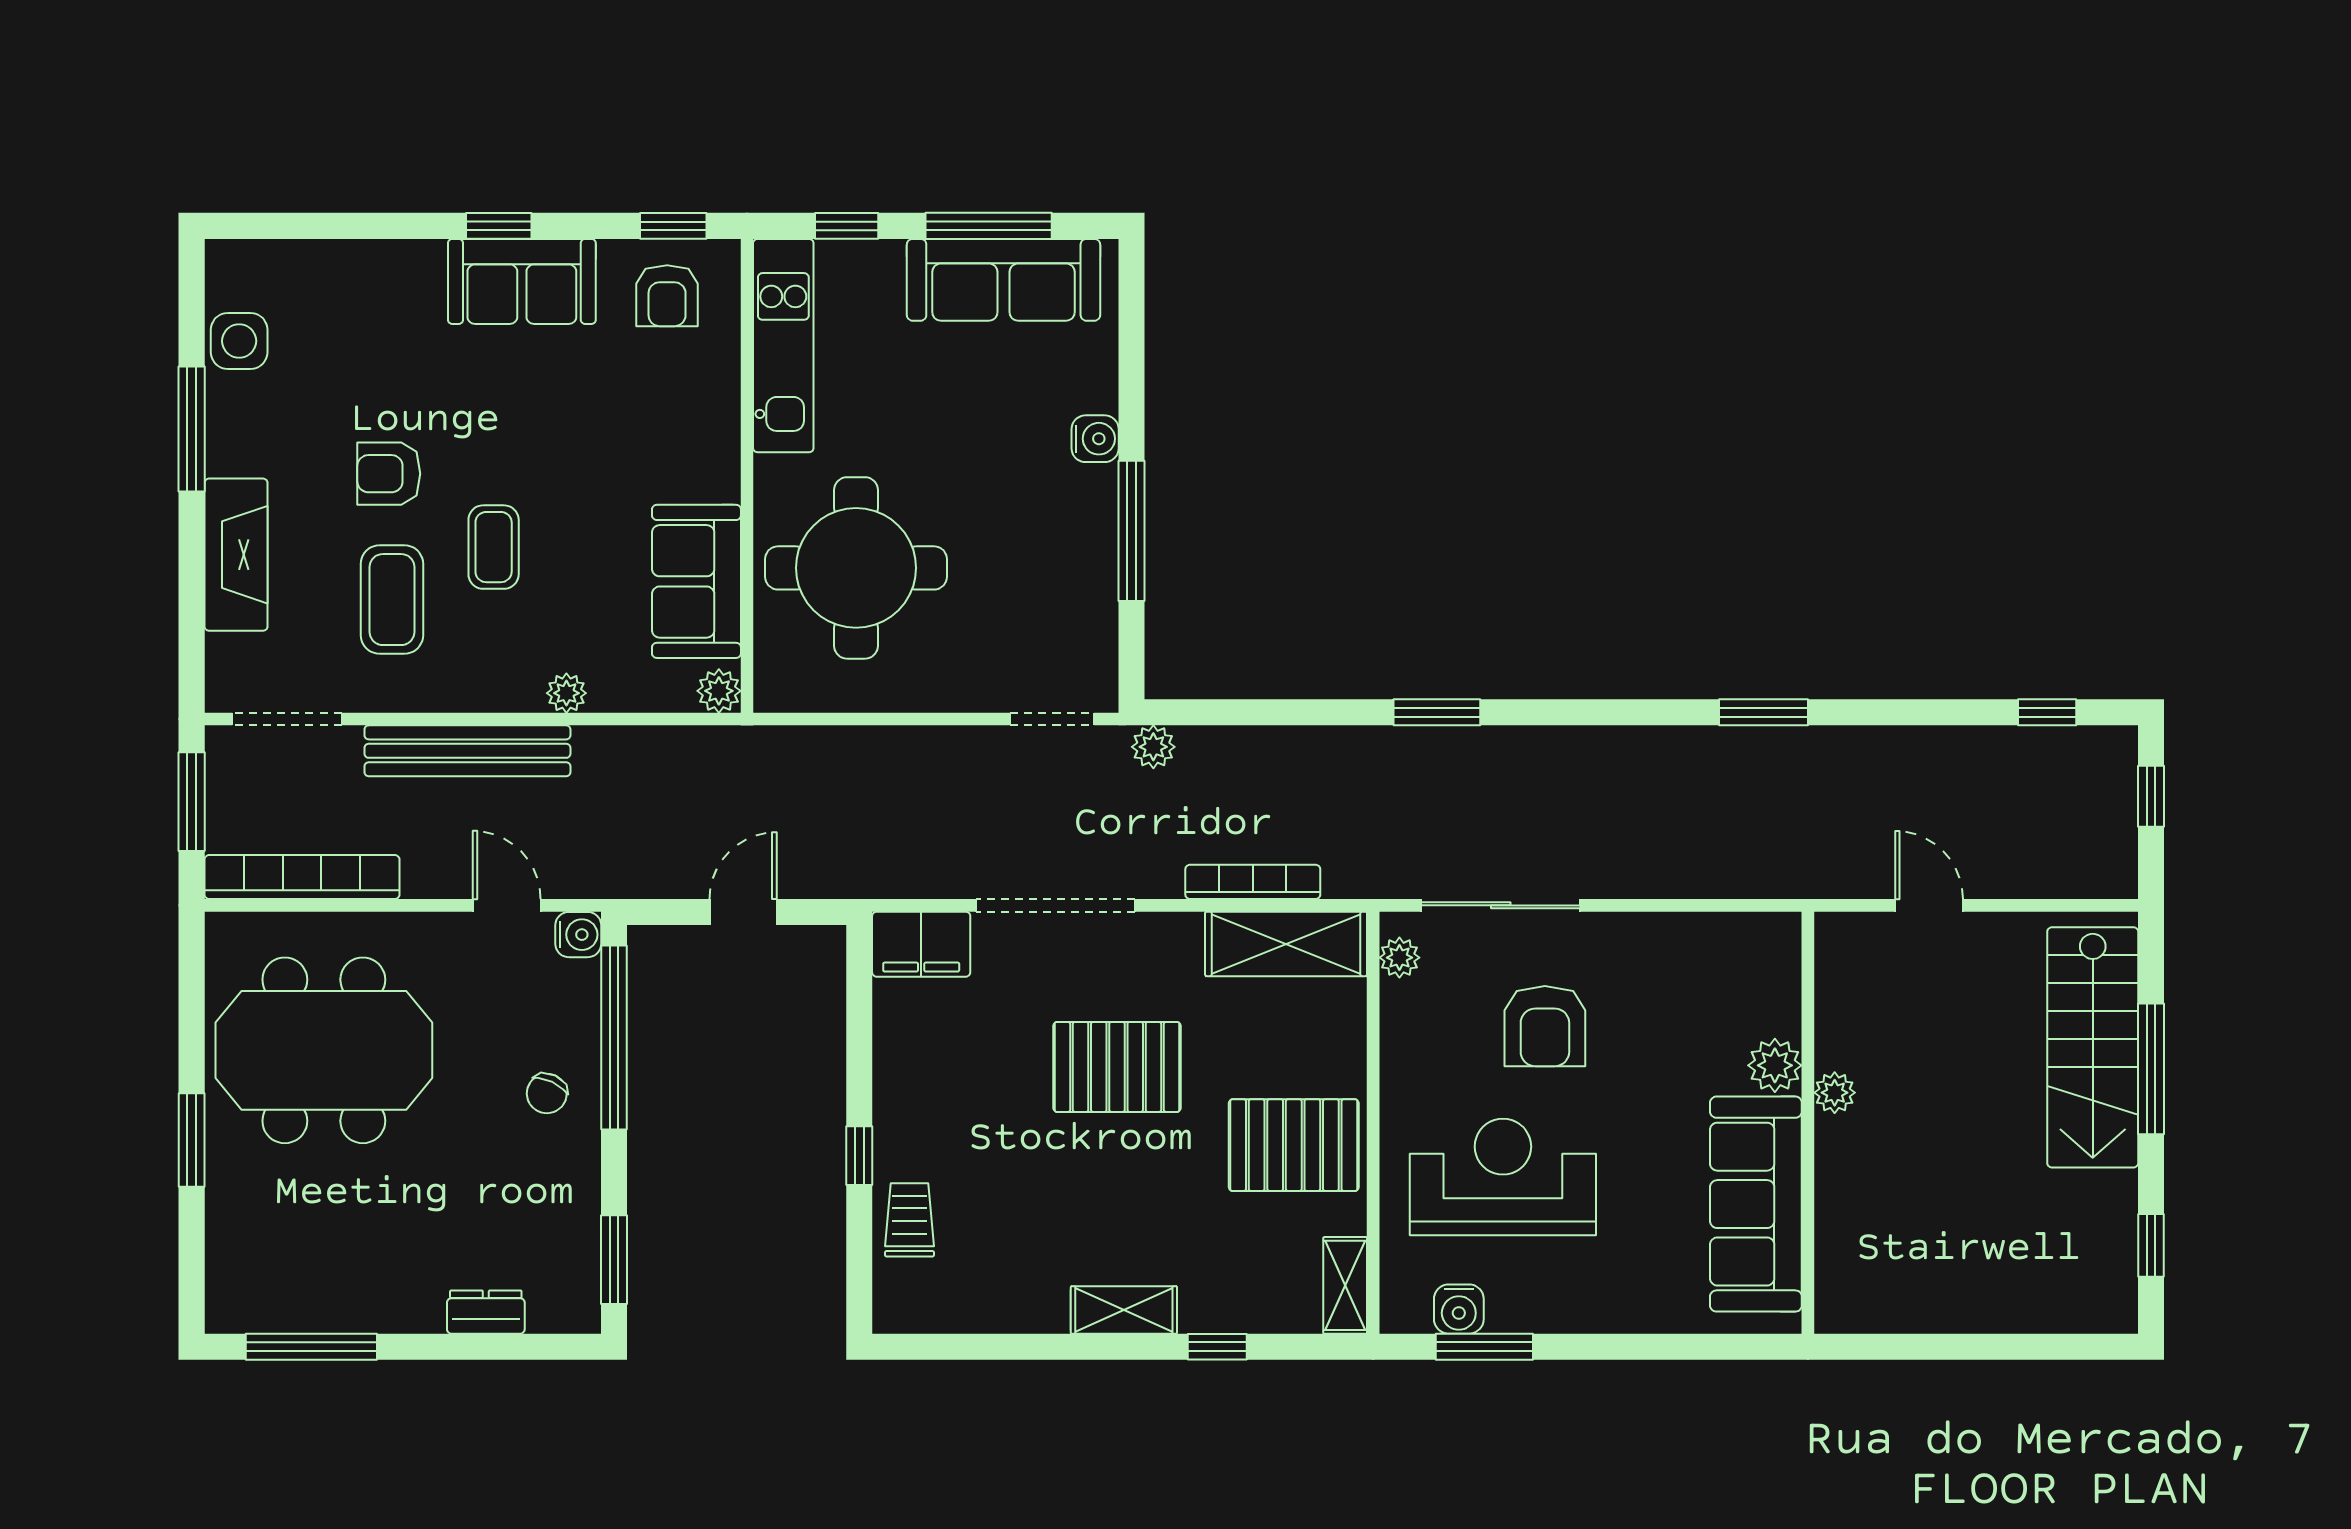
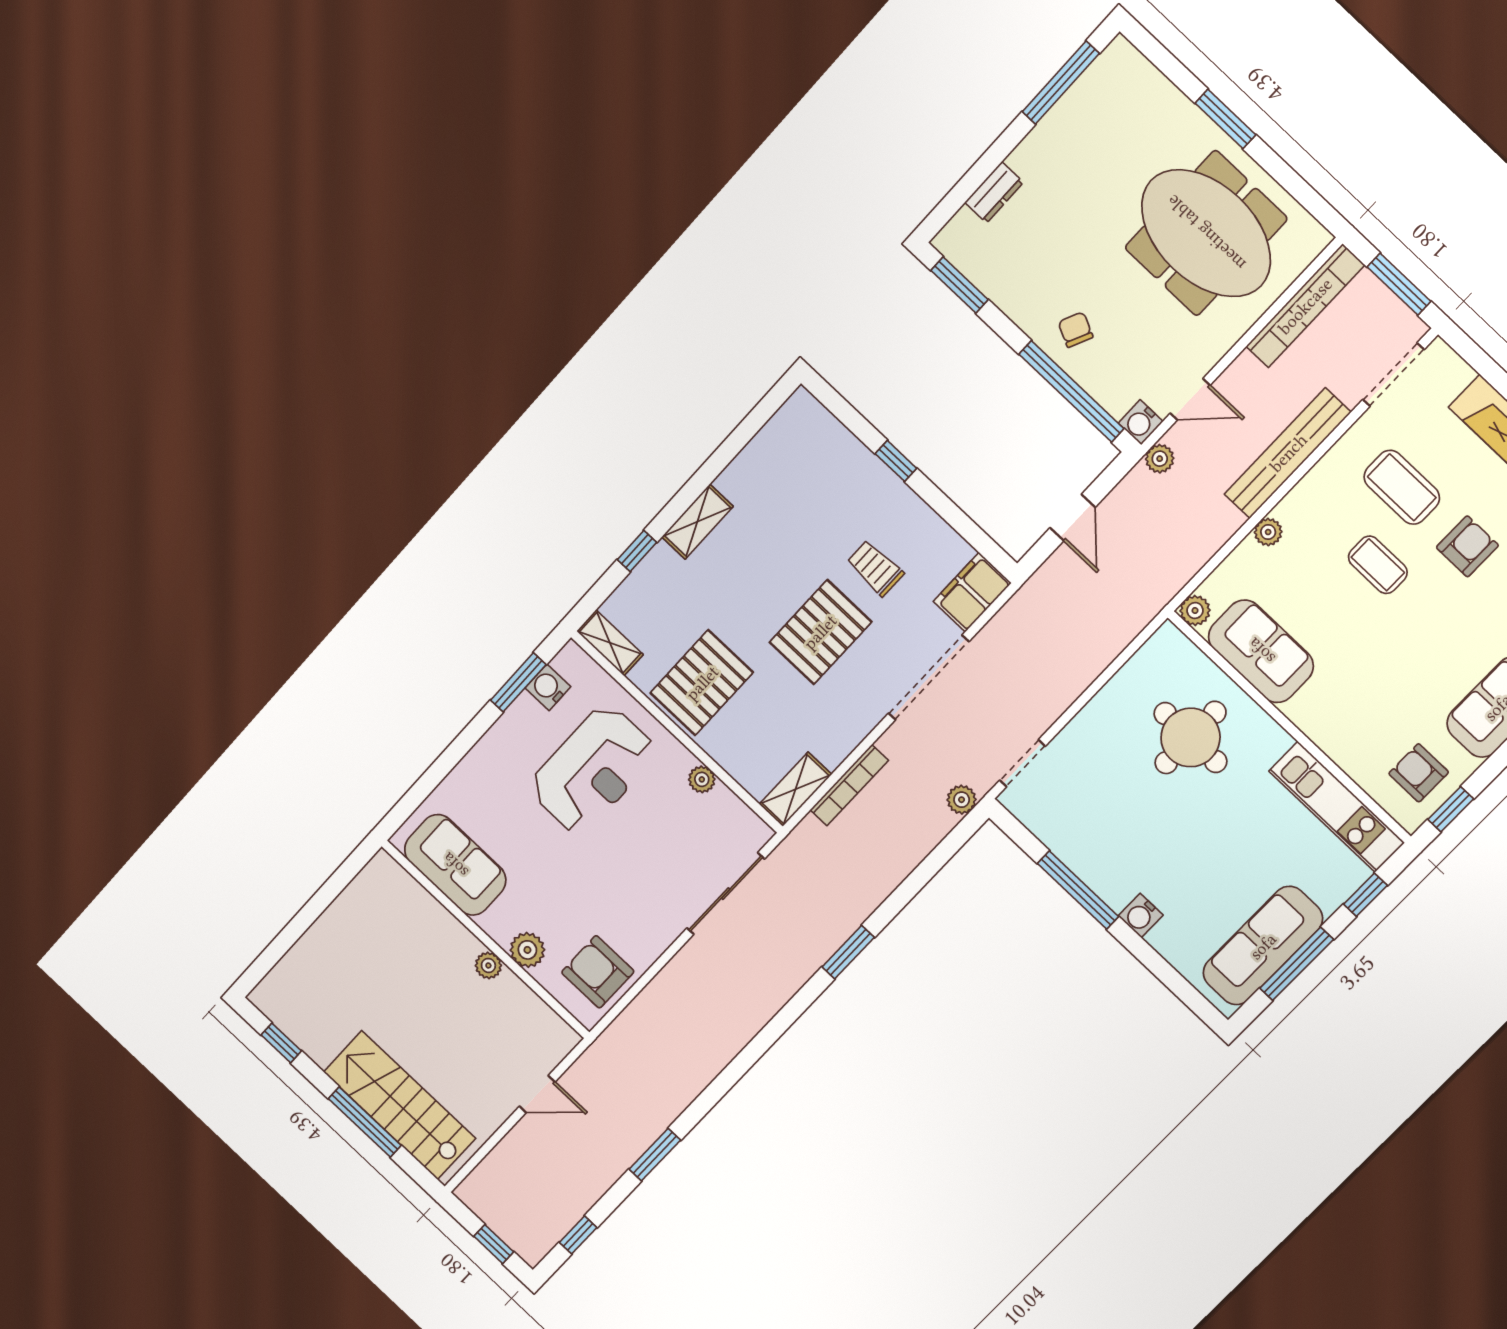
round table: (856, 568) -> (1190, 738), width x0.73, depth x0.73
window: (1764, 712) -> (655, 1155), moved
plant: (597, 879) -> (1160, 459), added
shelving: (1286, 944) -> (795, 789), width x0.67, depth x0.75
plant: (1399, 958) -> (702, 779), moved
armchair: (1545, 1026) -> (598, 972), moved
meeting table: (324, 1050) -> (1206, 233), turned 90
sofa: (1756, 1204) -> (455, 865), width x0.73
trolley: (909, 1220) -> (875, 568), moved, turned 180

